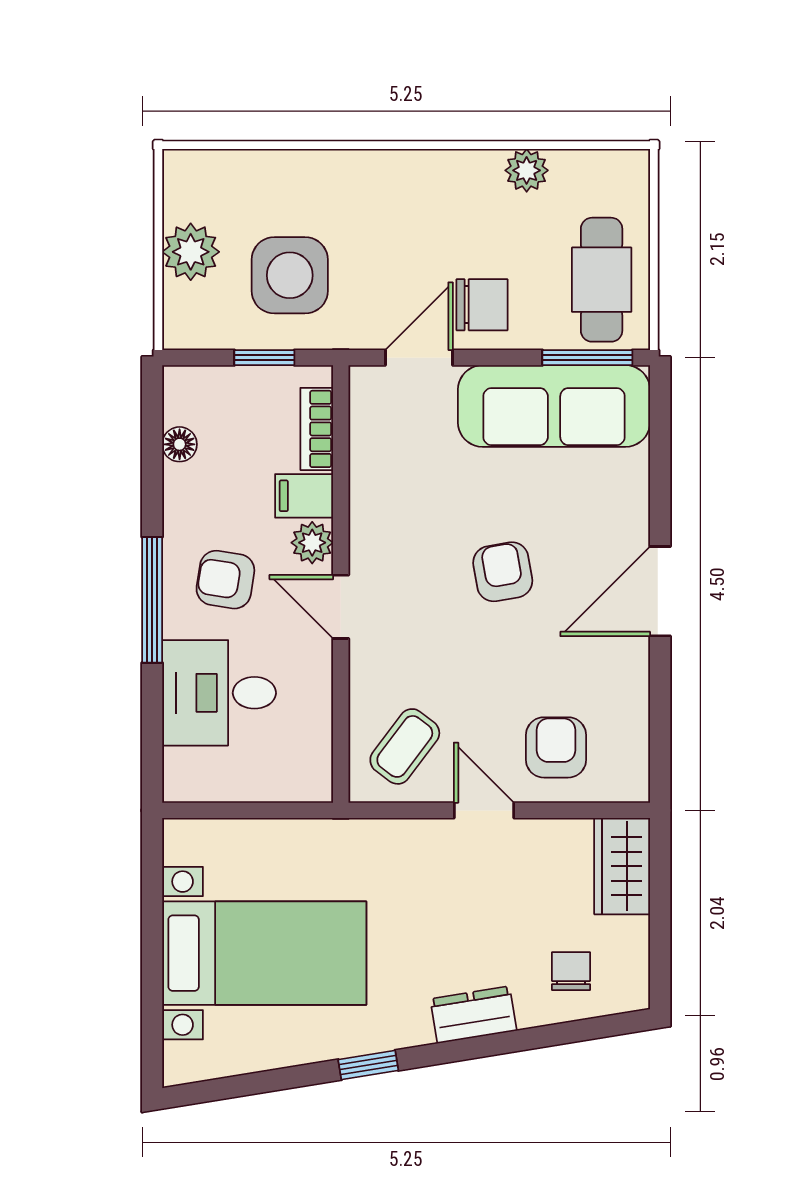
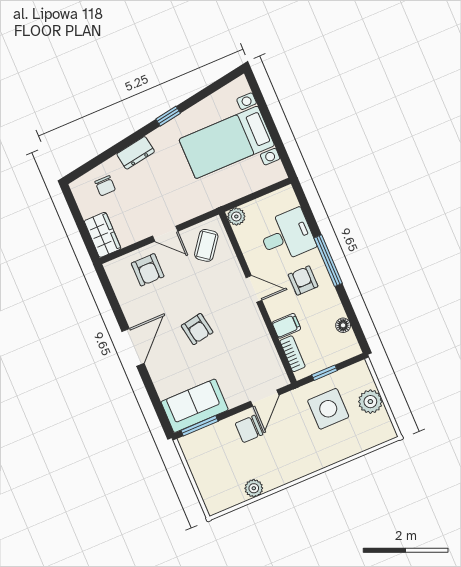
cafe table: (602, 280) -> (207, 458), removed
sofa: (554, 406) -> (195, 406), width x0.73
plant: (312, 543) -> (236, 216), moved
armchair: (225, 580) -> (303, 280), turned -99

